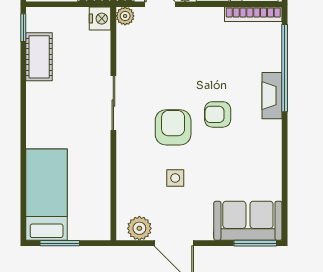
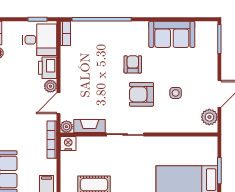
bookcase: (253, 14) -> (65, 33), width x0.64
fireplace: (272, 96) -> (89, 126), moved, turned 180
armchair: (218, 114) -> (133, 64), turned 180
sofa: (248, 221) -> (172, 34), moved, turned -90

